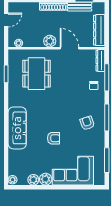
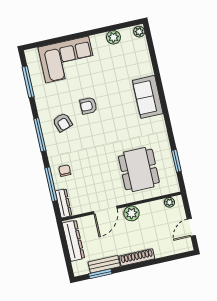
door: (69, 48) -> (105, 210), hinge flipped
sofa: (17, 128) -> (148, 97), width x0.73
armchair: (54, 138) -> (89, 106), moved
plant: (46, 179) -> (98, 41), removed

